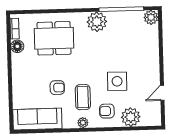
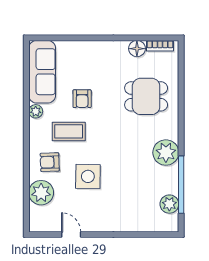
plant: (151, 17) -> (169, 204), moved
dining table: (54, 38) -> (146, 96), width x0.73
armchair: (107, 111) -> (50, 162), turned -92
plant: (83, 123) -> (36, 111), moved

